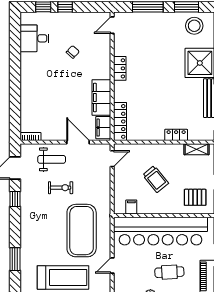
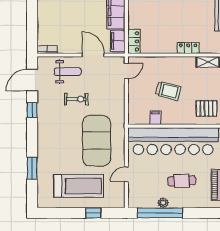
locker: (120, 121) -> (134, 41), width x0.66
trolley: (156, 179) -> (168, 91), turned -37
filing cabinet: (131, 207) -> (155, 118), moved

